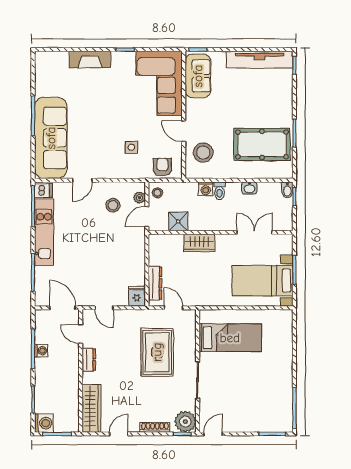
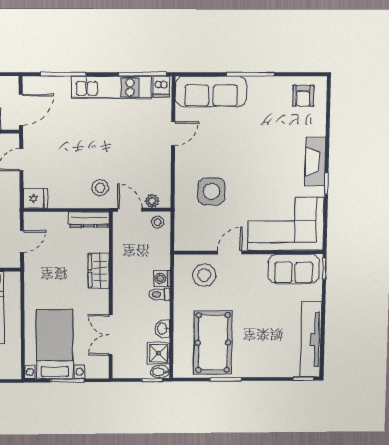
fireplace: (90, 59) -> (315, 162), moved
sofa: (51, 138) -> (211, 91), width x0.74, depth x0.79
side table: (131, 147) -> (211, 191), width x1.87, depth x1.87
armchair: (162, 167) -> (303, 96), moved, turned 90
door: (82, 180) -> (173, 134), swing flipped
stool: (113, 205) -> (100, 188), moved
shower: (178, 221) -> (159, 353), moved
double door: (254, 232) -> (111, 335), swing flipped
dresser: (155, 283) -> (89, 220), moved

